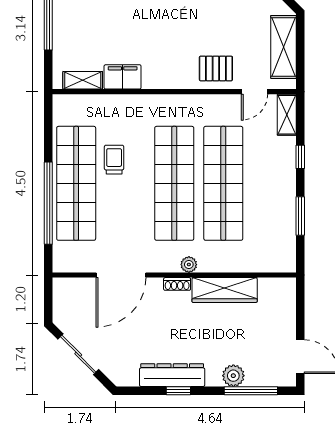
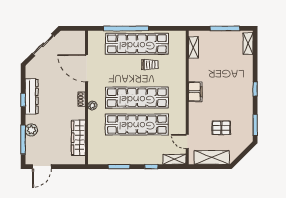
pallet: (216, 68) -> (221, 128), moved, turned 90
filing cabinet: (123, 77) -> (195, 92), moved
wardrobe: (225, 290) -> (78, 138), moved

